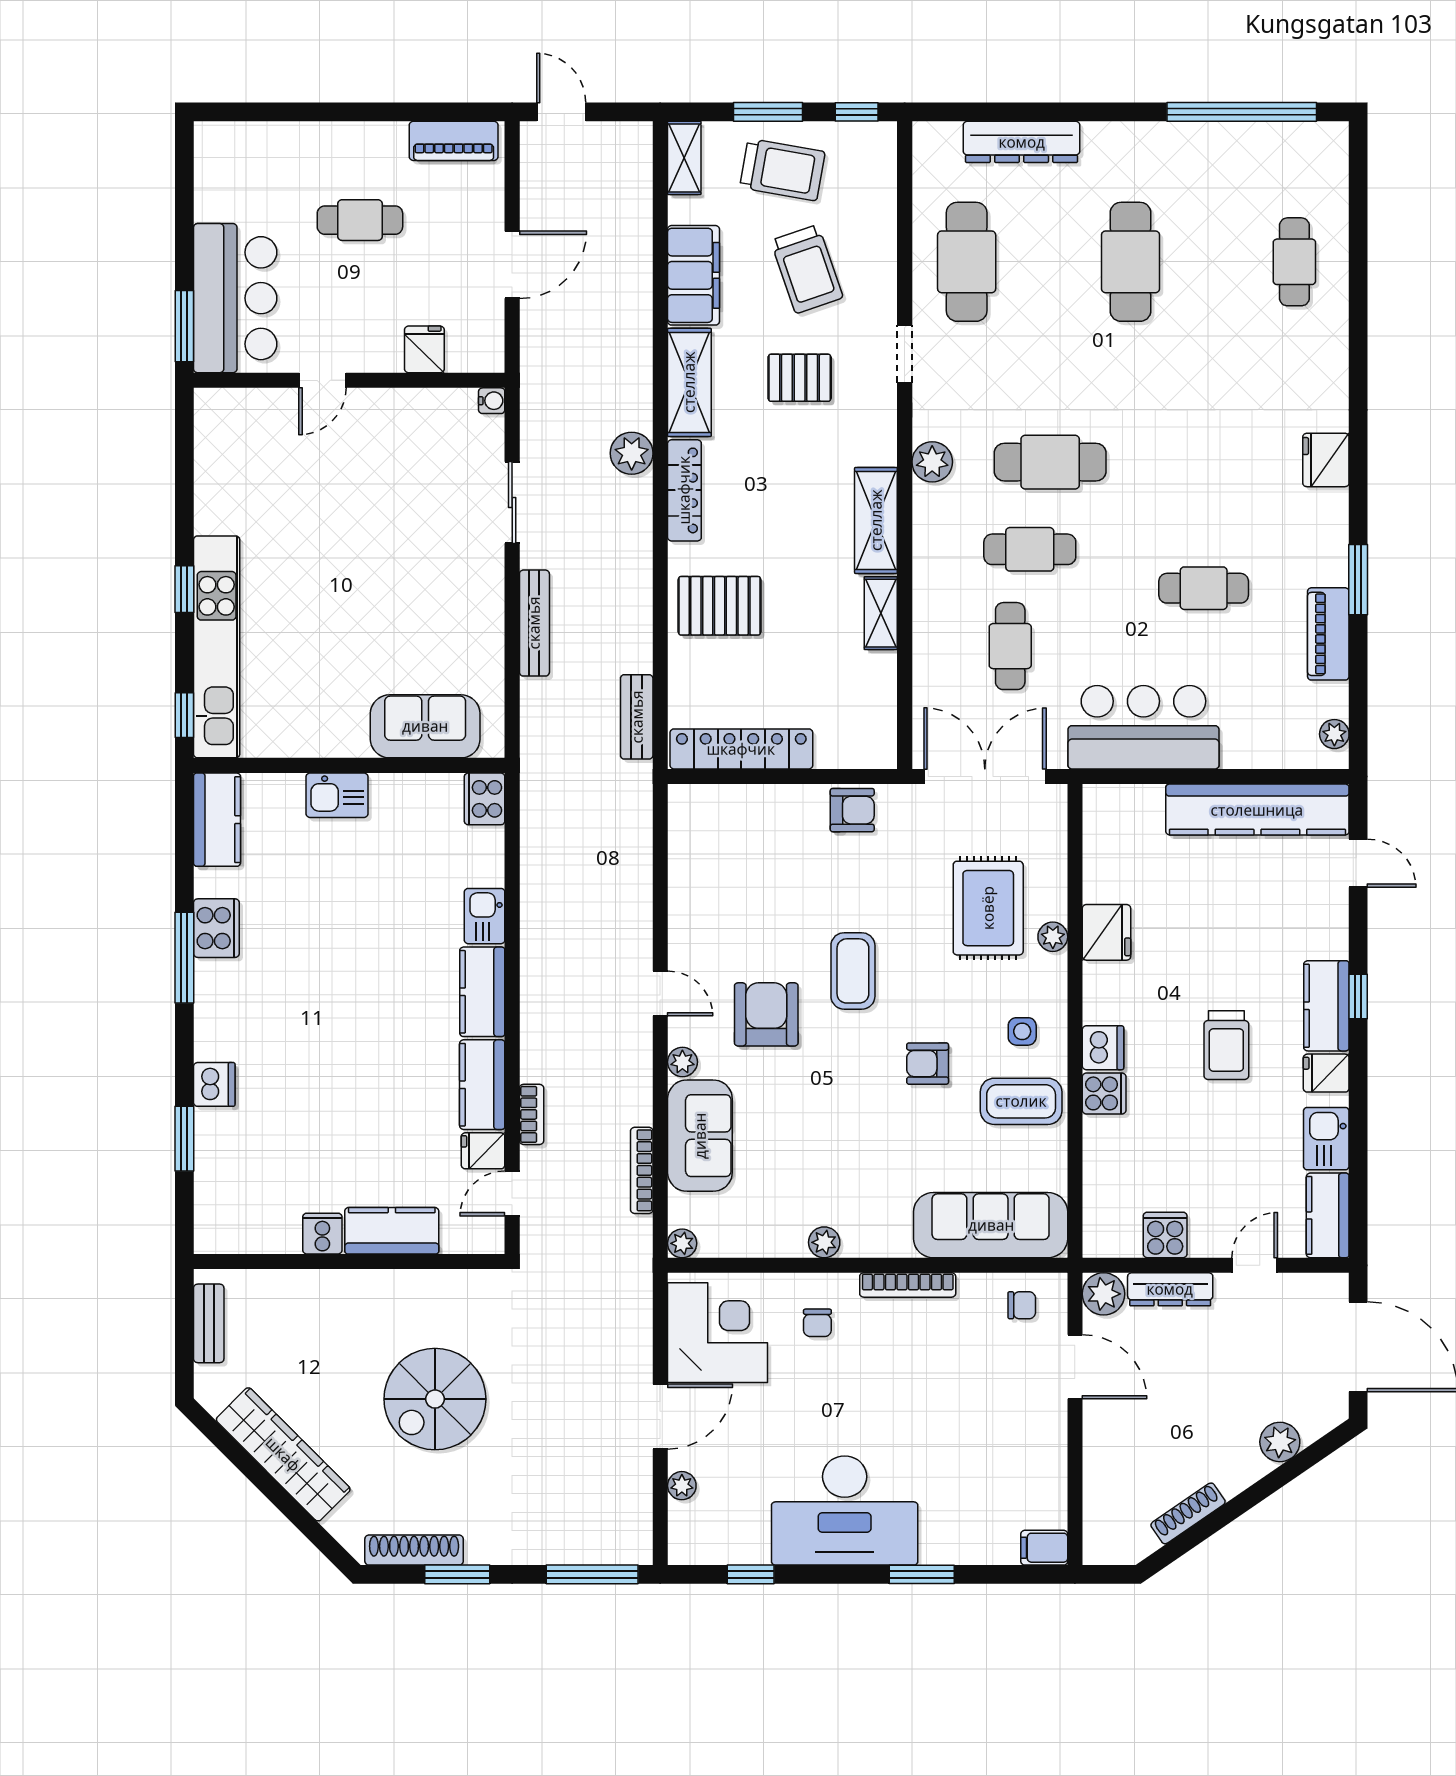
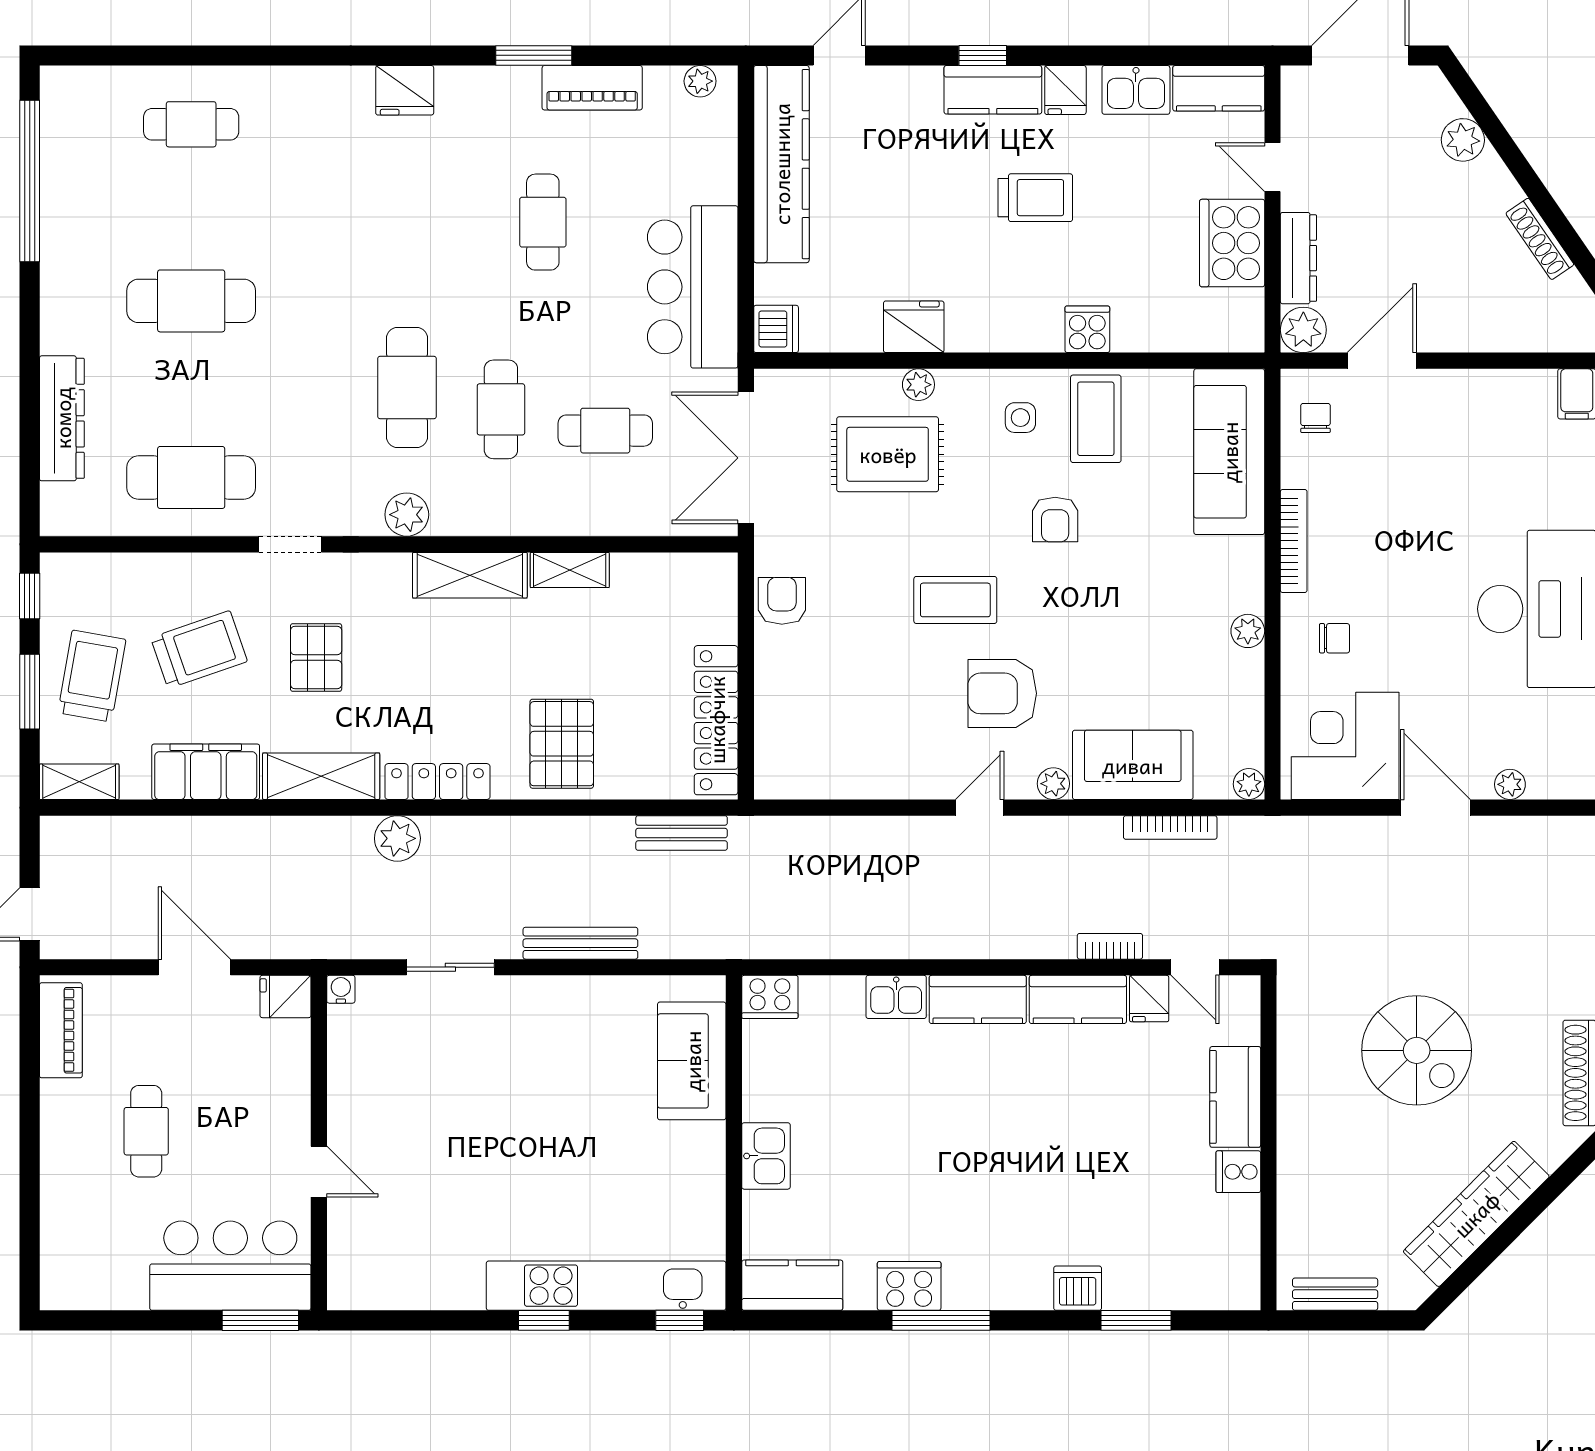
fridge: (424, 349) -> (285, 996), moved
dishwasher: (1103, 1048) -> (776, 329), moved, turned 90
cooker: (1165, 1235) -> (1232, 243), width x1.87, depth x1.31

